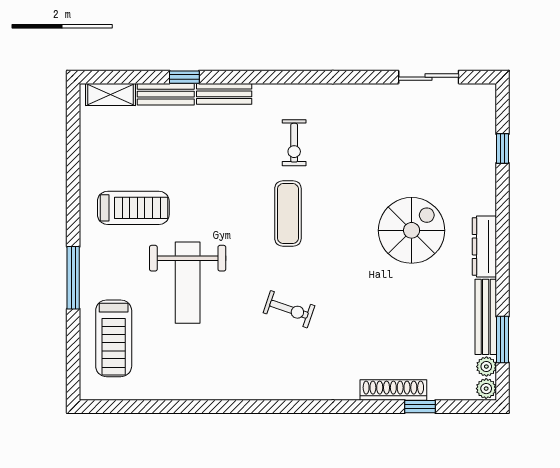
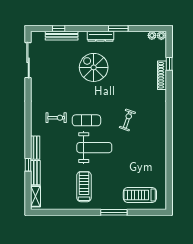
sliding door: (429, 77) -> (28, 60), width x1.37
weight bench: (188, 283) -> (94, 148), moved
bench: (486, 317) -> (62, 36), moved
treadmill: (114, 338) -> (140, 195), turned 180
window: (503, 340) -> (118, 29), moved

